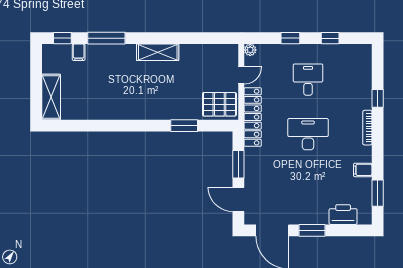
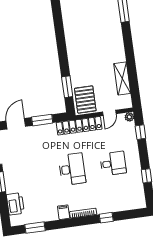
window: (290, 38) -> (140, 132), moved
shelving: (158, 52) -> (122, 78), moved
door: (241, 75) -> (109, 113), hinge flipped
window: (184, 126) -> (67, 87), moved
filing cabinet: (363, 170) -> (64, 212), moved

